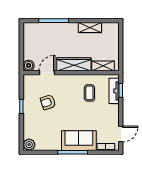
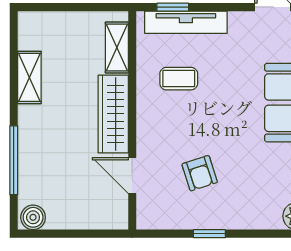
boiler: (29, 65) -> (33, 217), moved
tv unit: (114, 91) -> (186, 22), width x1.41

